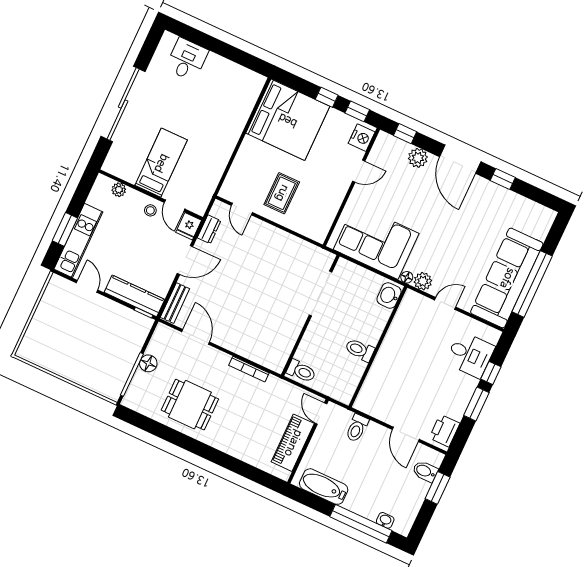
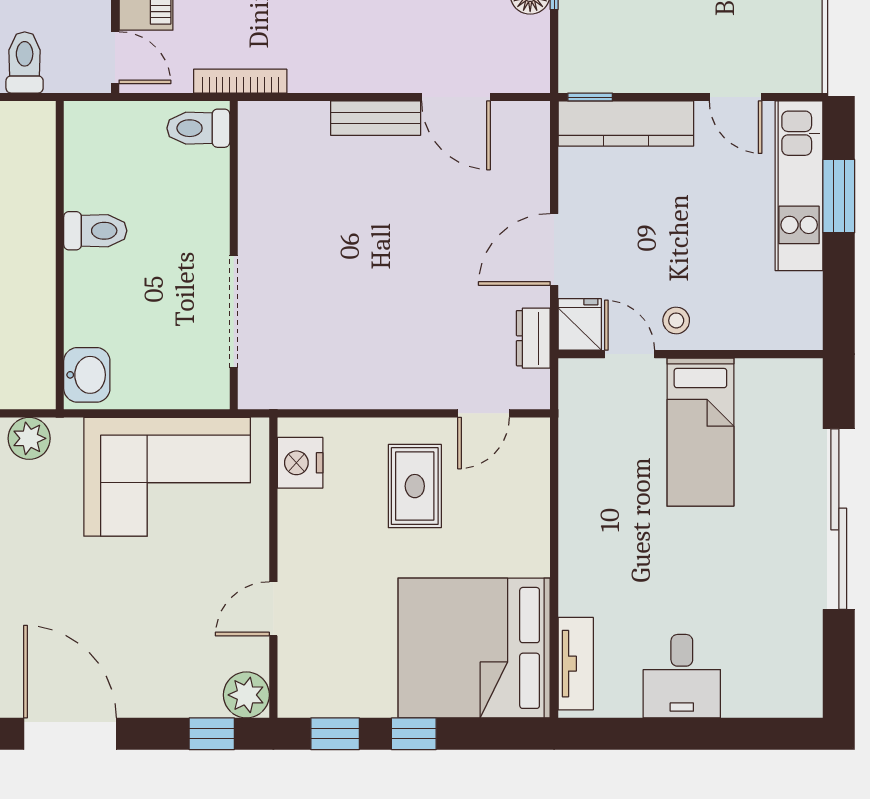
desk: (187, 59) -> (682, 676), moved
tv unit: (251, 95) -> (576, 664), added
nightstand: (362, 138) -> (300, 463), moved
plant: (418, 158) -> (246, 695), moved
plant: (119, 190) -> (763, 333), removed
door: (242, 209) -> (483, 413), swing flipped
floor lamp: (407, 277) -> (67, 431), removed
bench: (175, 303) -> (376, 118), moved, turned 90
bookcase: (249, 369) -> (240, 81), moved

